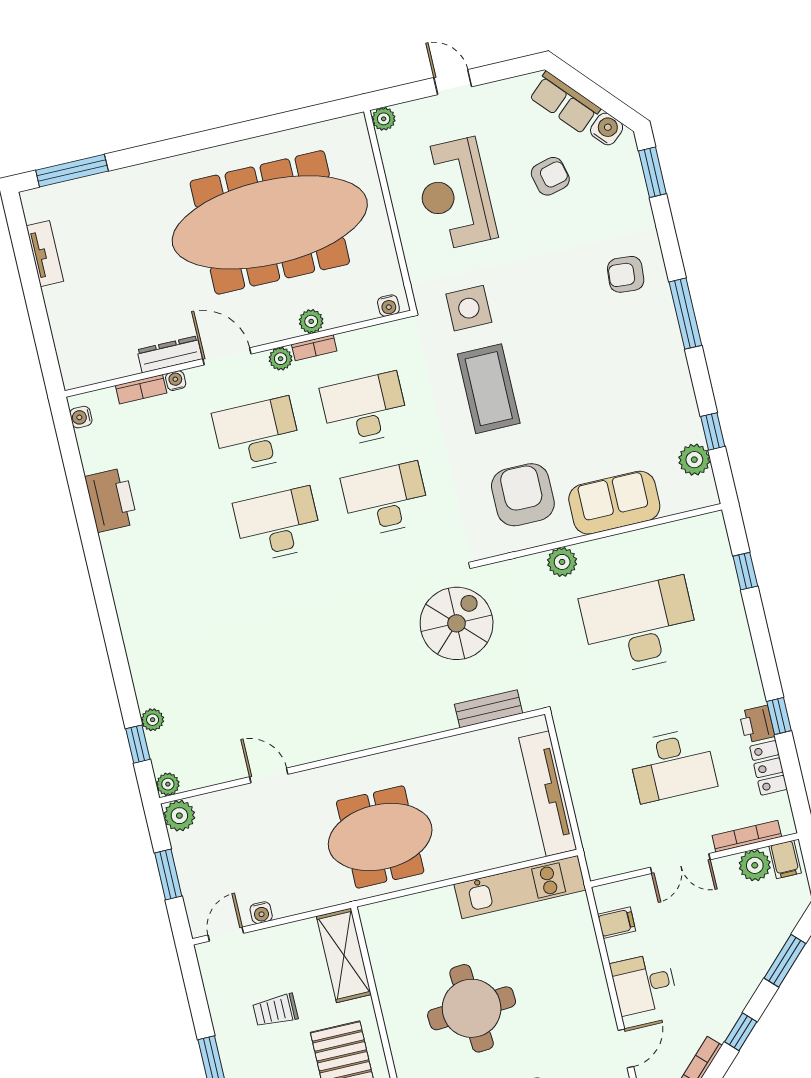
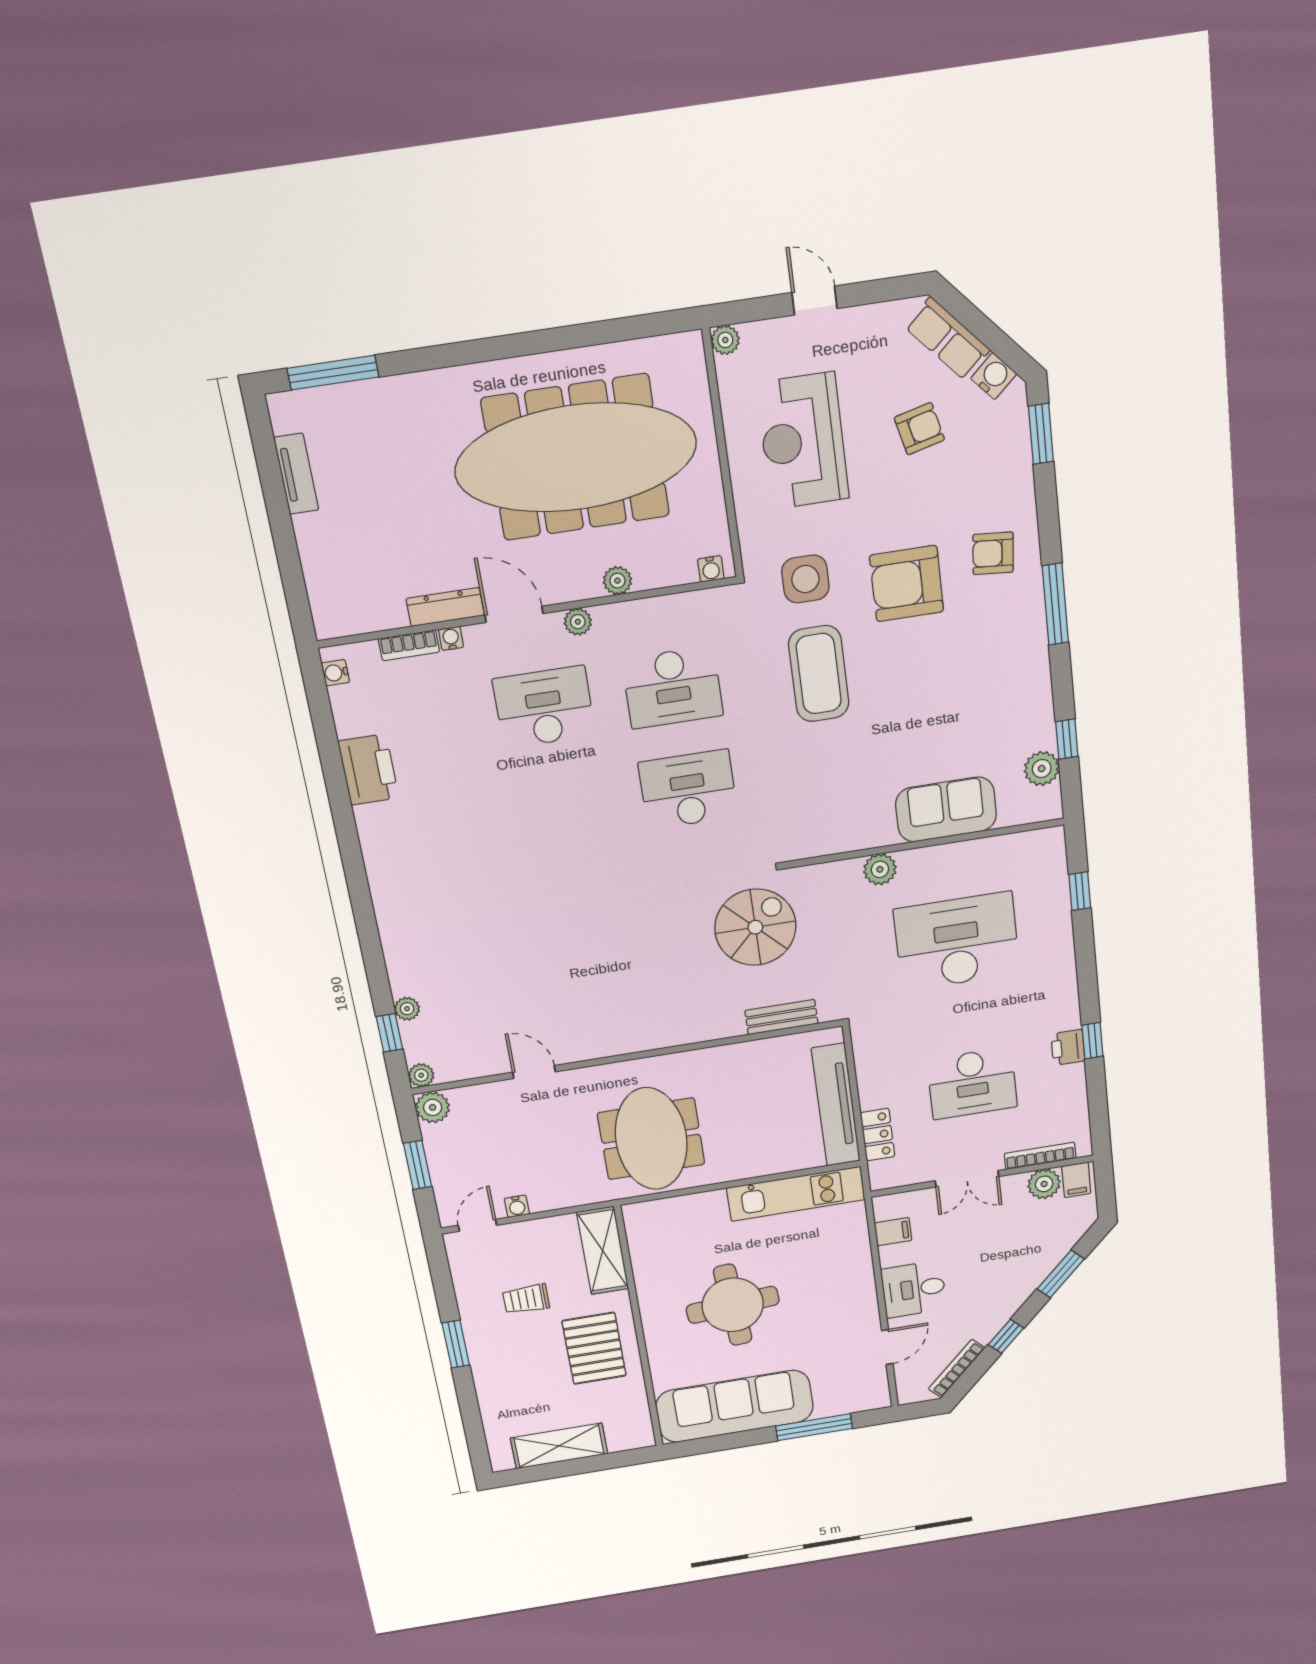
bookcase: (314, 348) -> (619, 612), removed
desk: (365, 410) -> (673, 687), turned 180
armchair: (523, 495) -> (907, 584), moved, turned -90
desk: (278, 525) -> (562, 809), removed
locker: (768, 768) -> (877, 1135), moved, turned 180
meeting table: (380, 837) -> (651, 1139), turned 90

